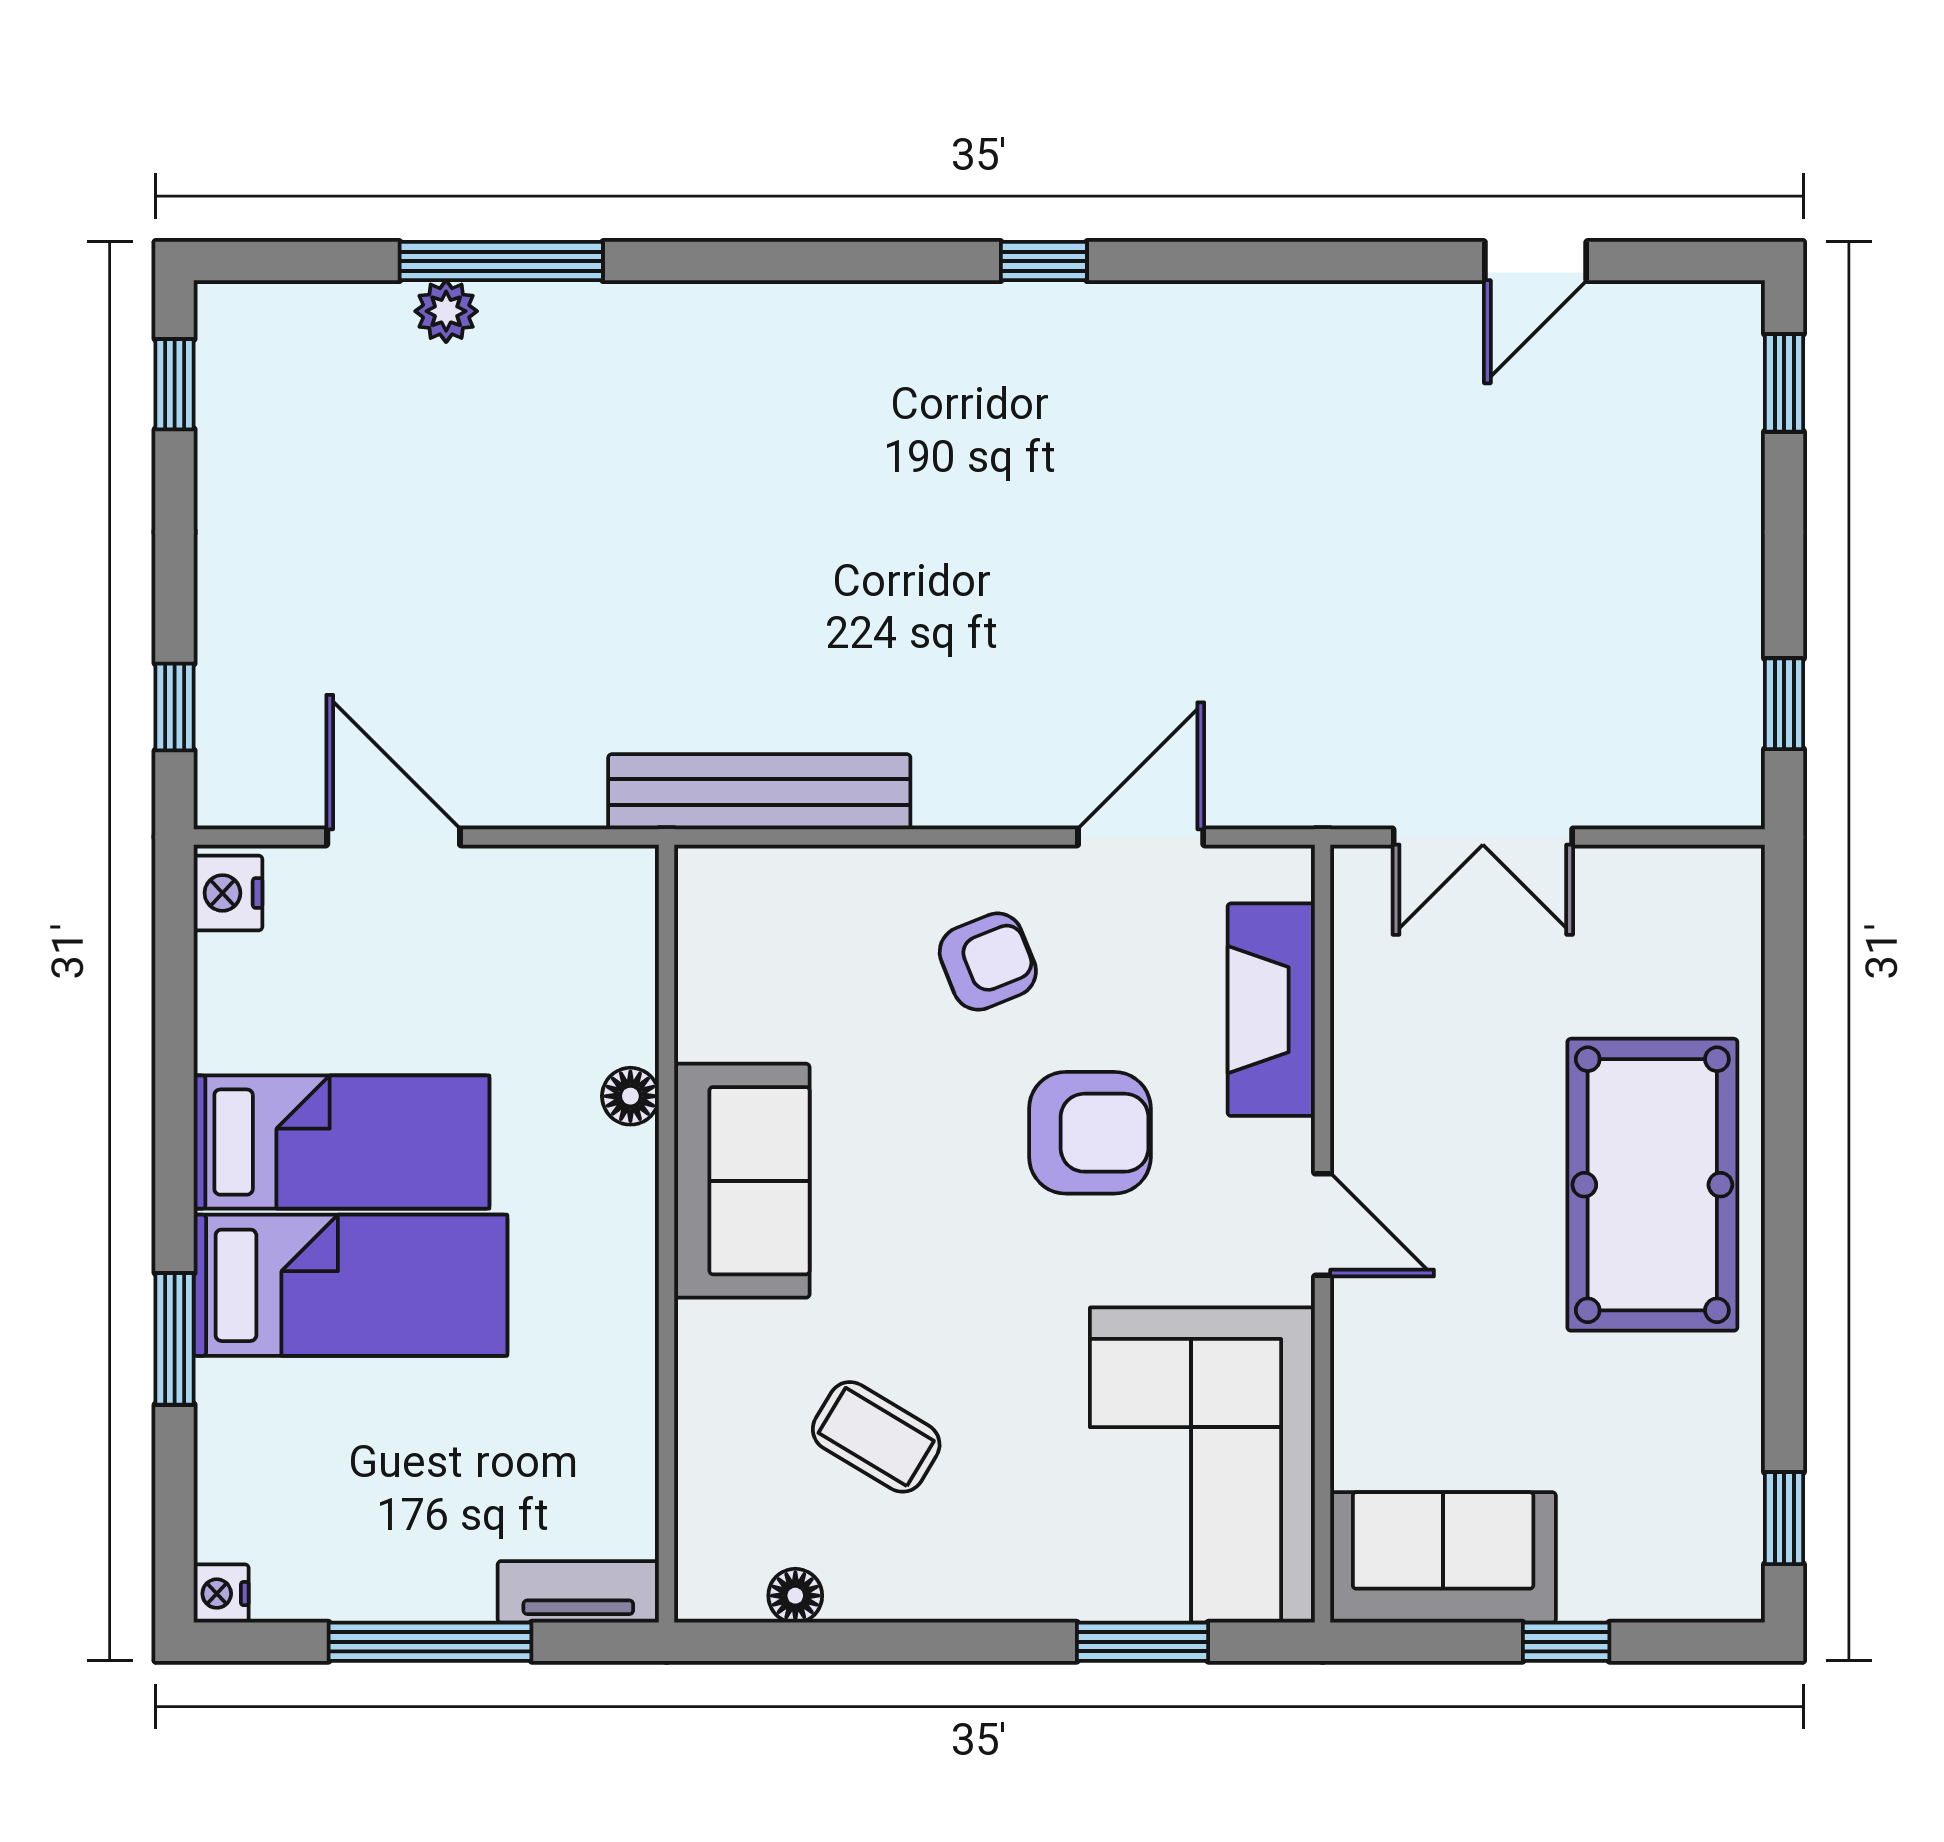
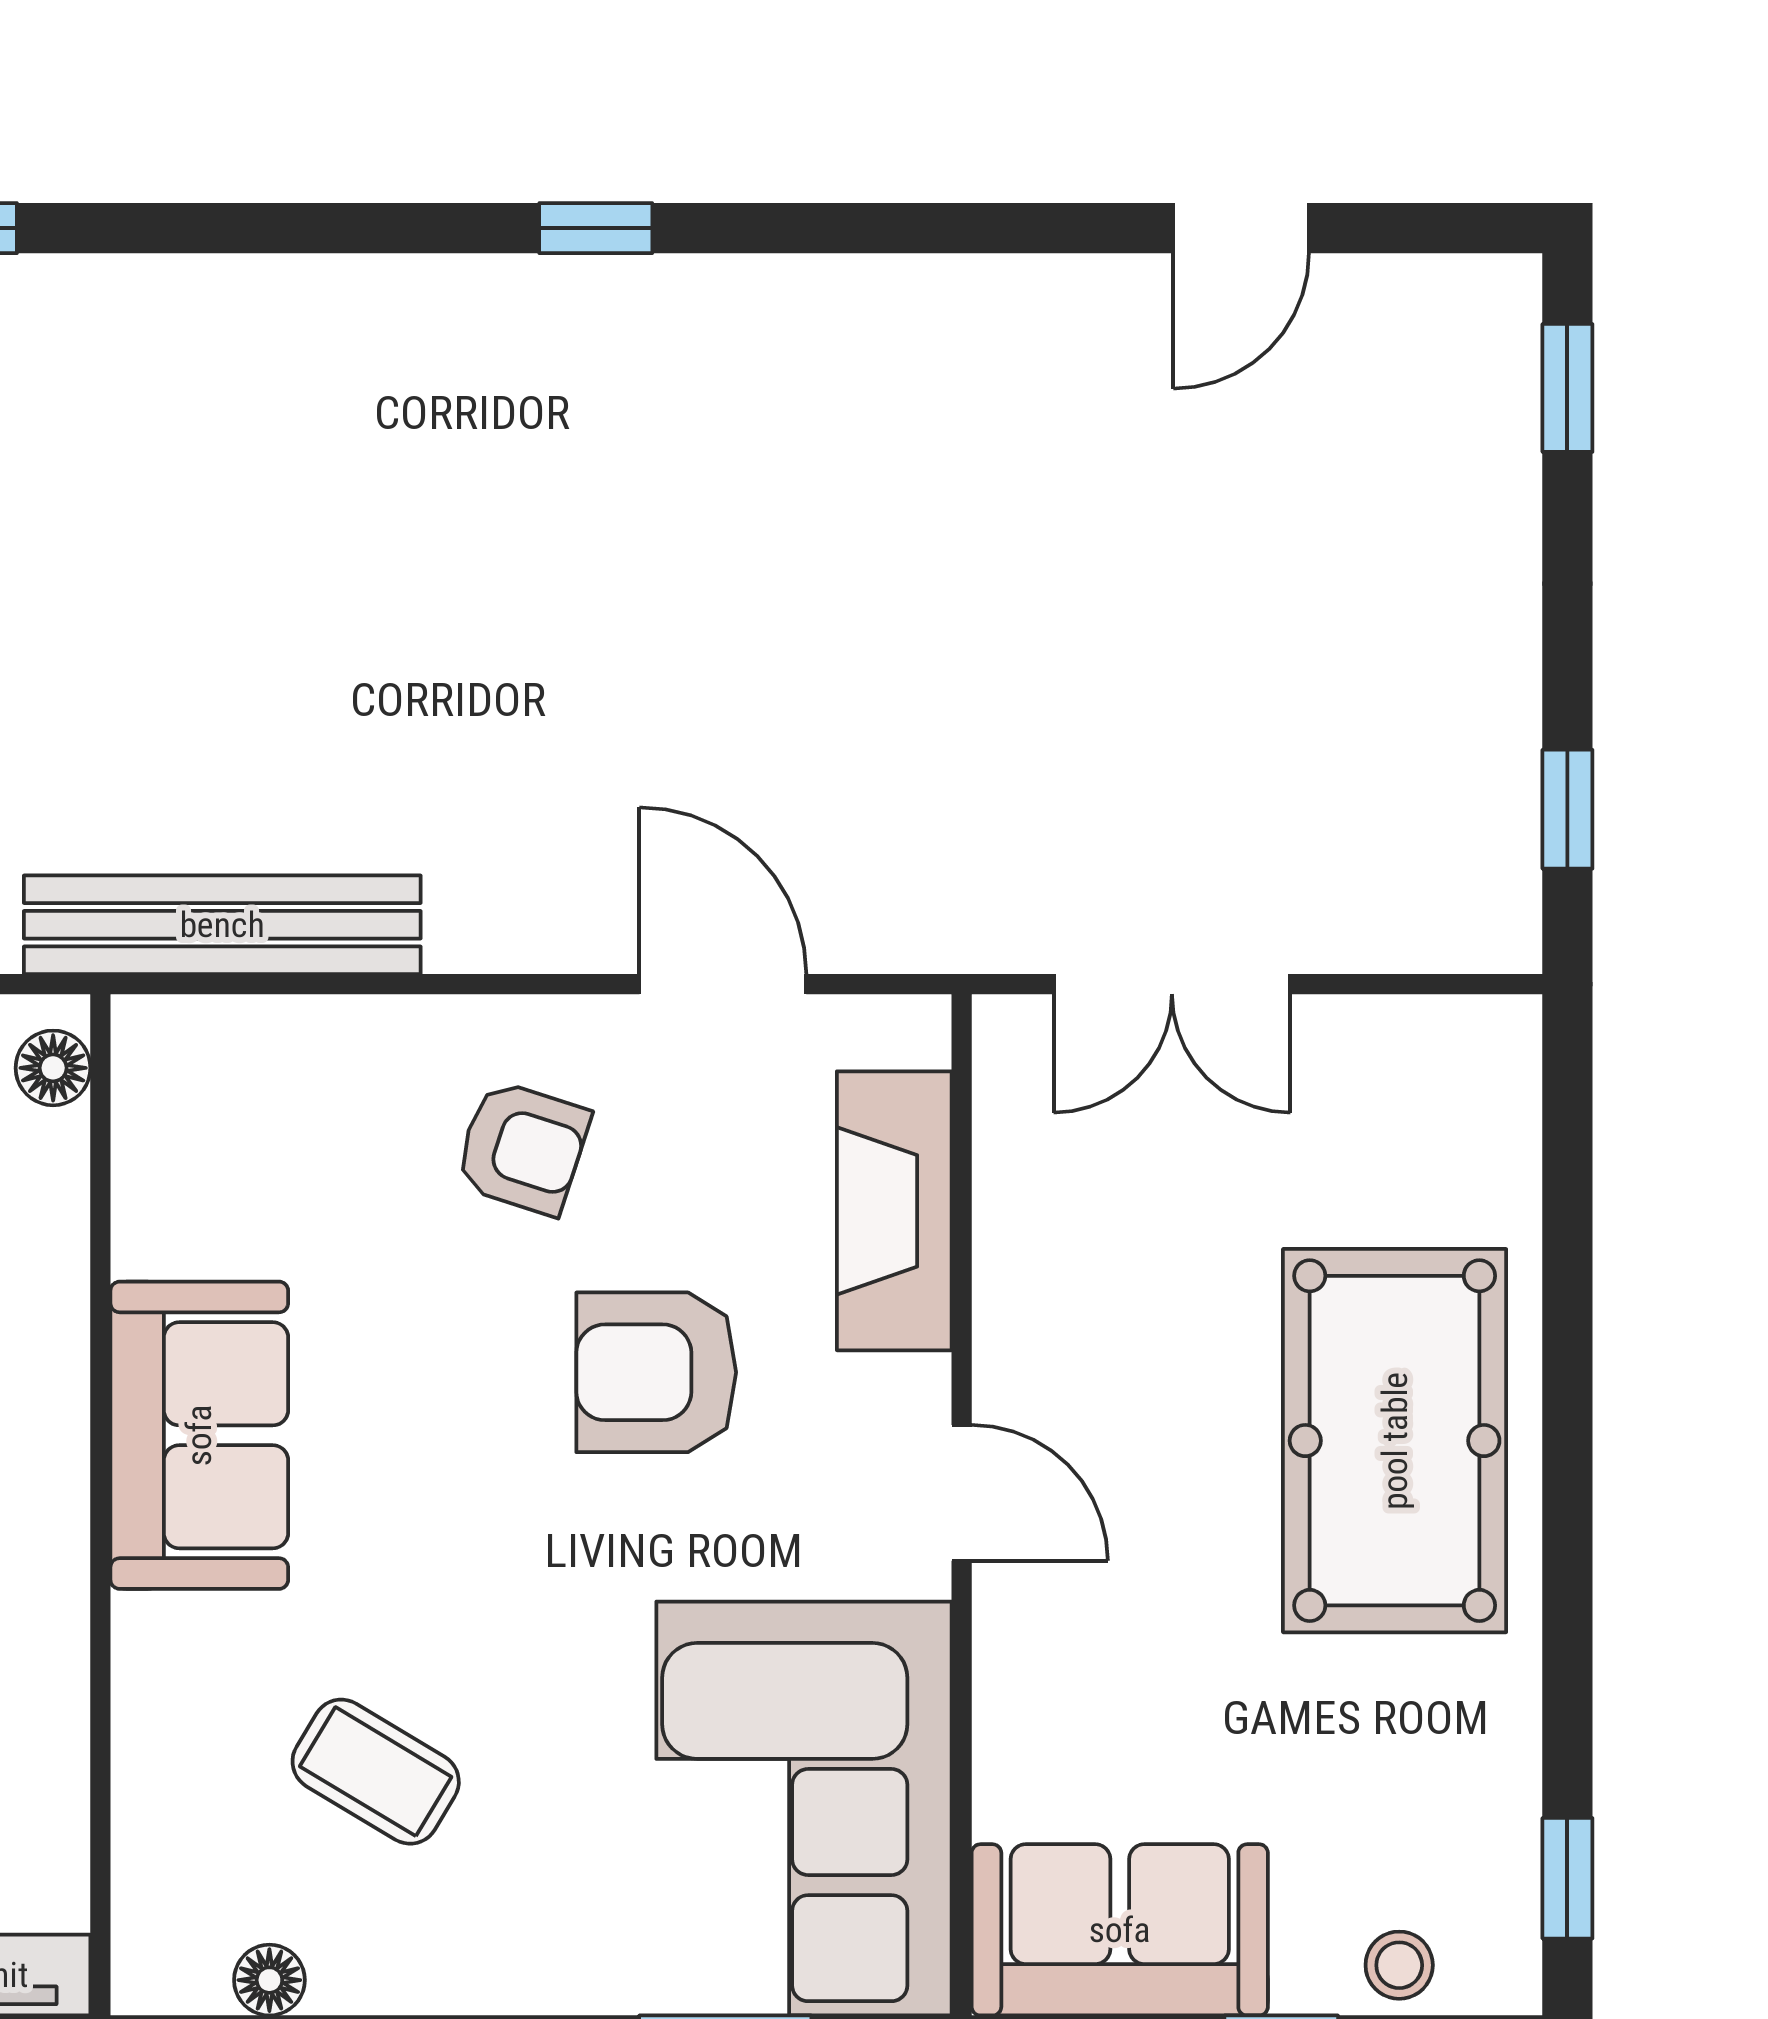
door: (1141, 837) -> (723, 984), hinge flipped
armchair: (988, 962) -> (522, 1148), turned 40
floor lamp: (630, 1096) -> (53, 1068), moved
armchair: (1090, 1133) -> (656, 1372), turned 180
stool: (1656, 1584) -> (1399, 1965), added

